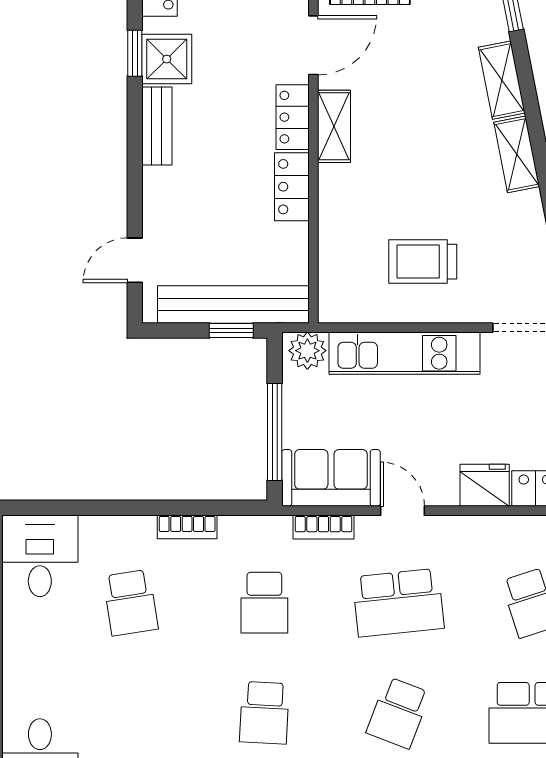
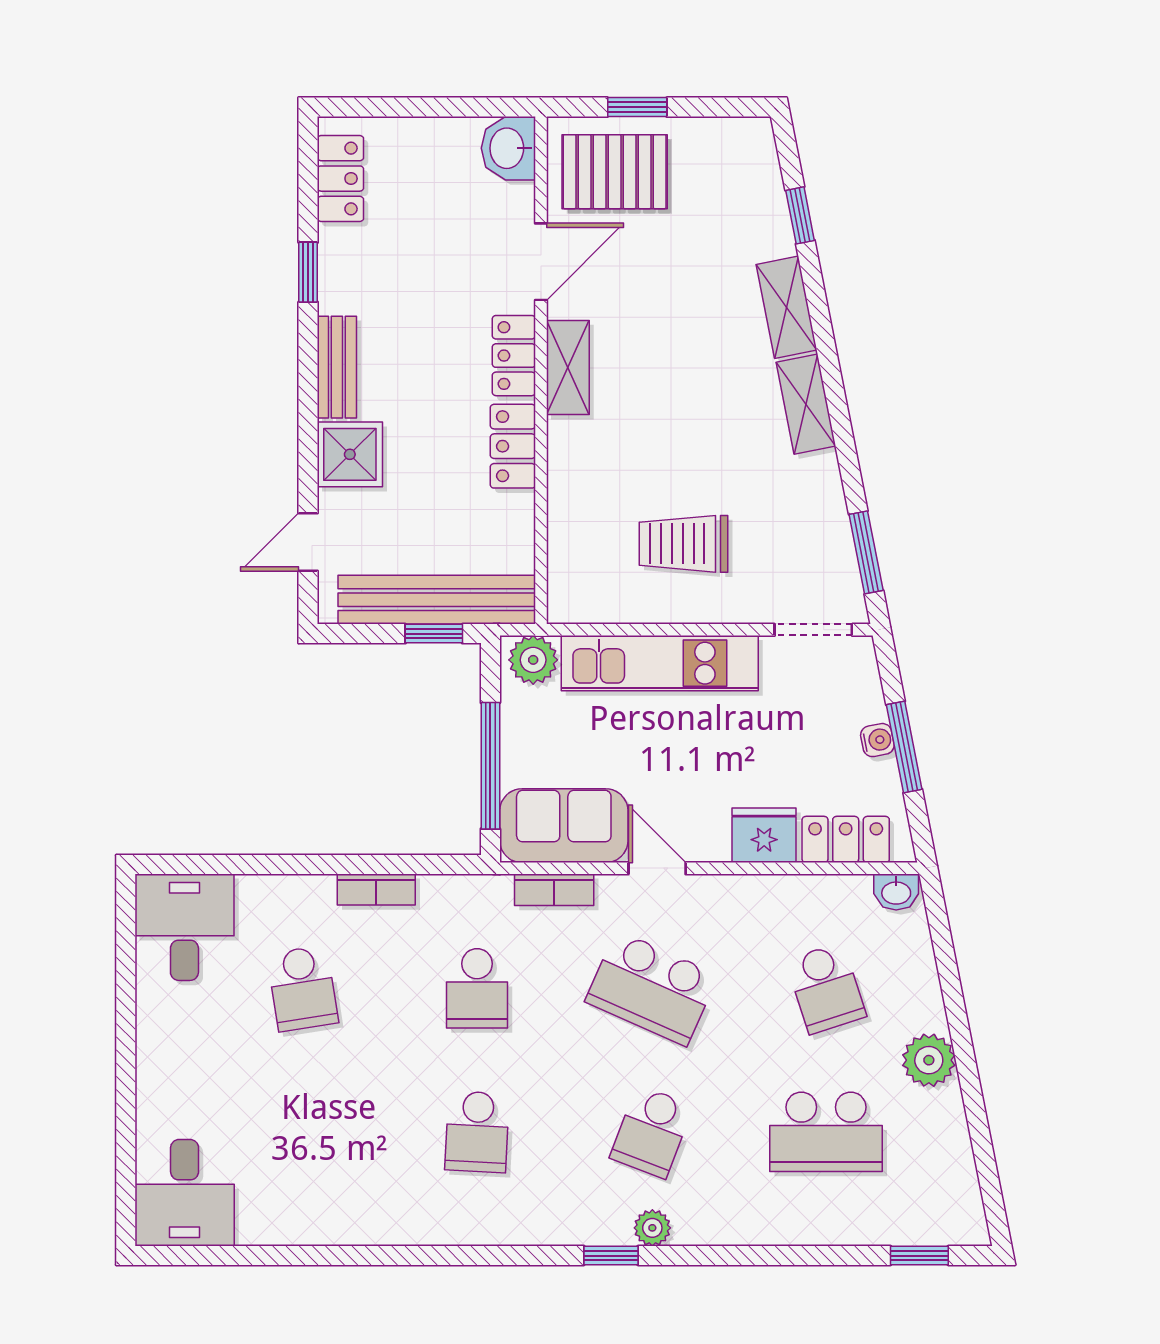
shower: (167, 59) -> (350, 454), moved
school desk: (398, 603) -> (652, 988), turned 30

